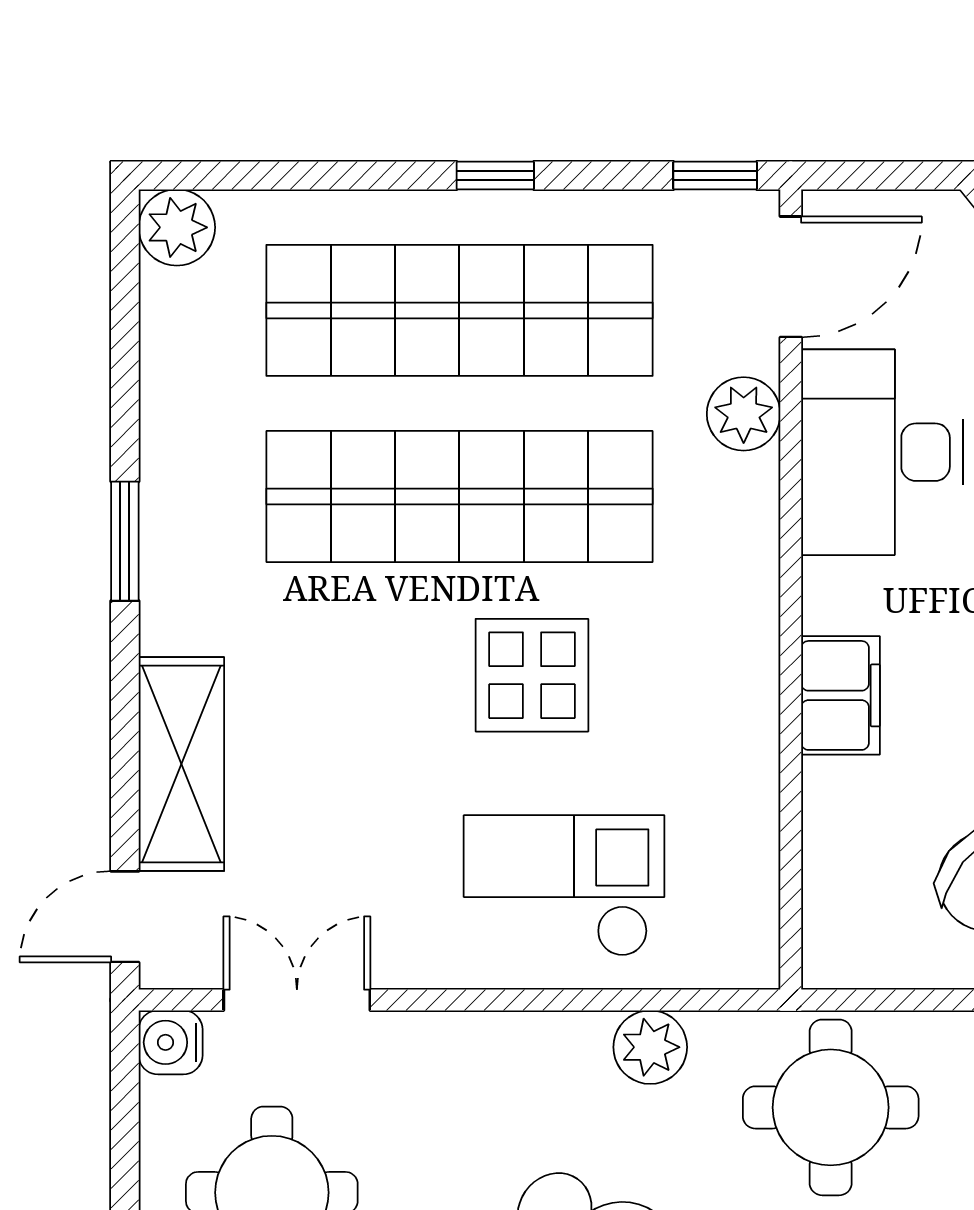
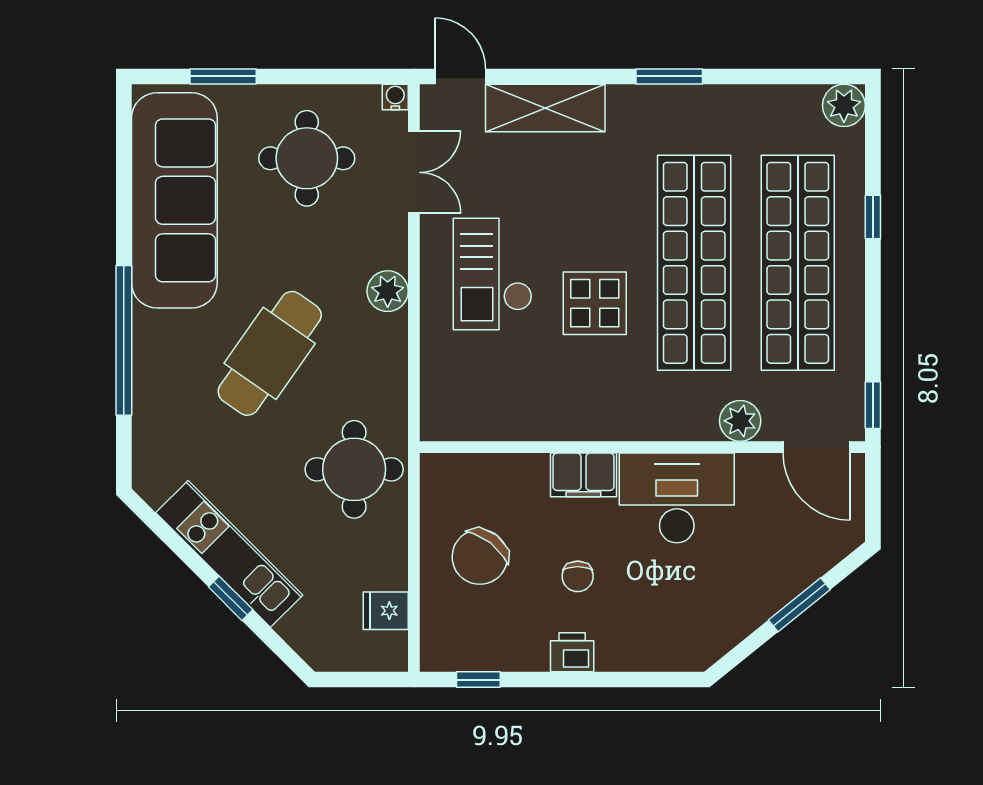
window: (495, 175) -> (873, 217), moved
desk: (882, 452) -> (677, 498), moved
checkout: (564, 886) -> (493, 274), moved, turned 180
water cooler: (171, 1042) -> (395, 97), width x0.72, depth x0.72
plant: (650, 1047) -> (388, 291), moved

